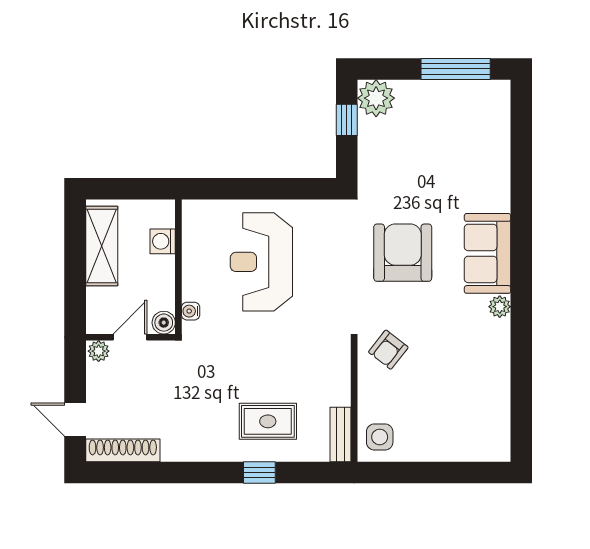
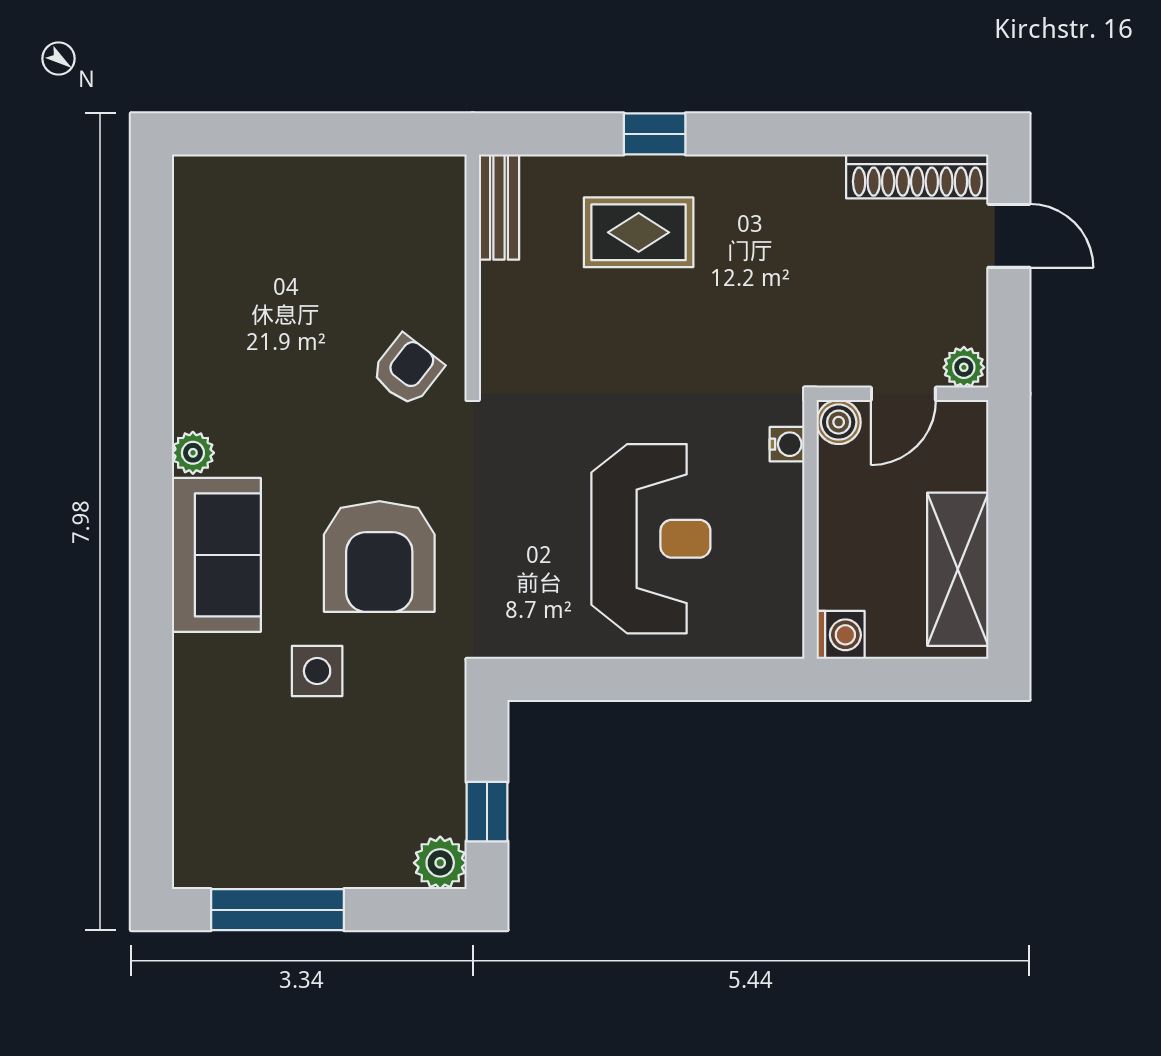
plant: (376, 98) -> (440, 863), width x0.73, depth x0.73
washing machine: (163, 241) -> (841, 635), moved
side table: (380, 437) -> (317, 671), moved

